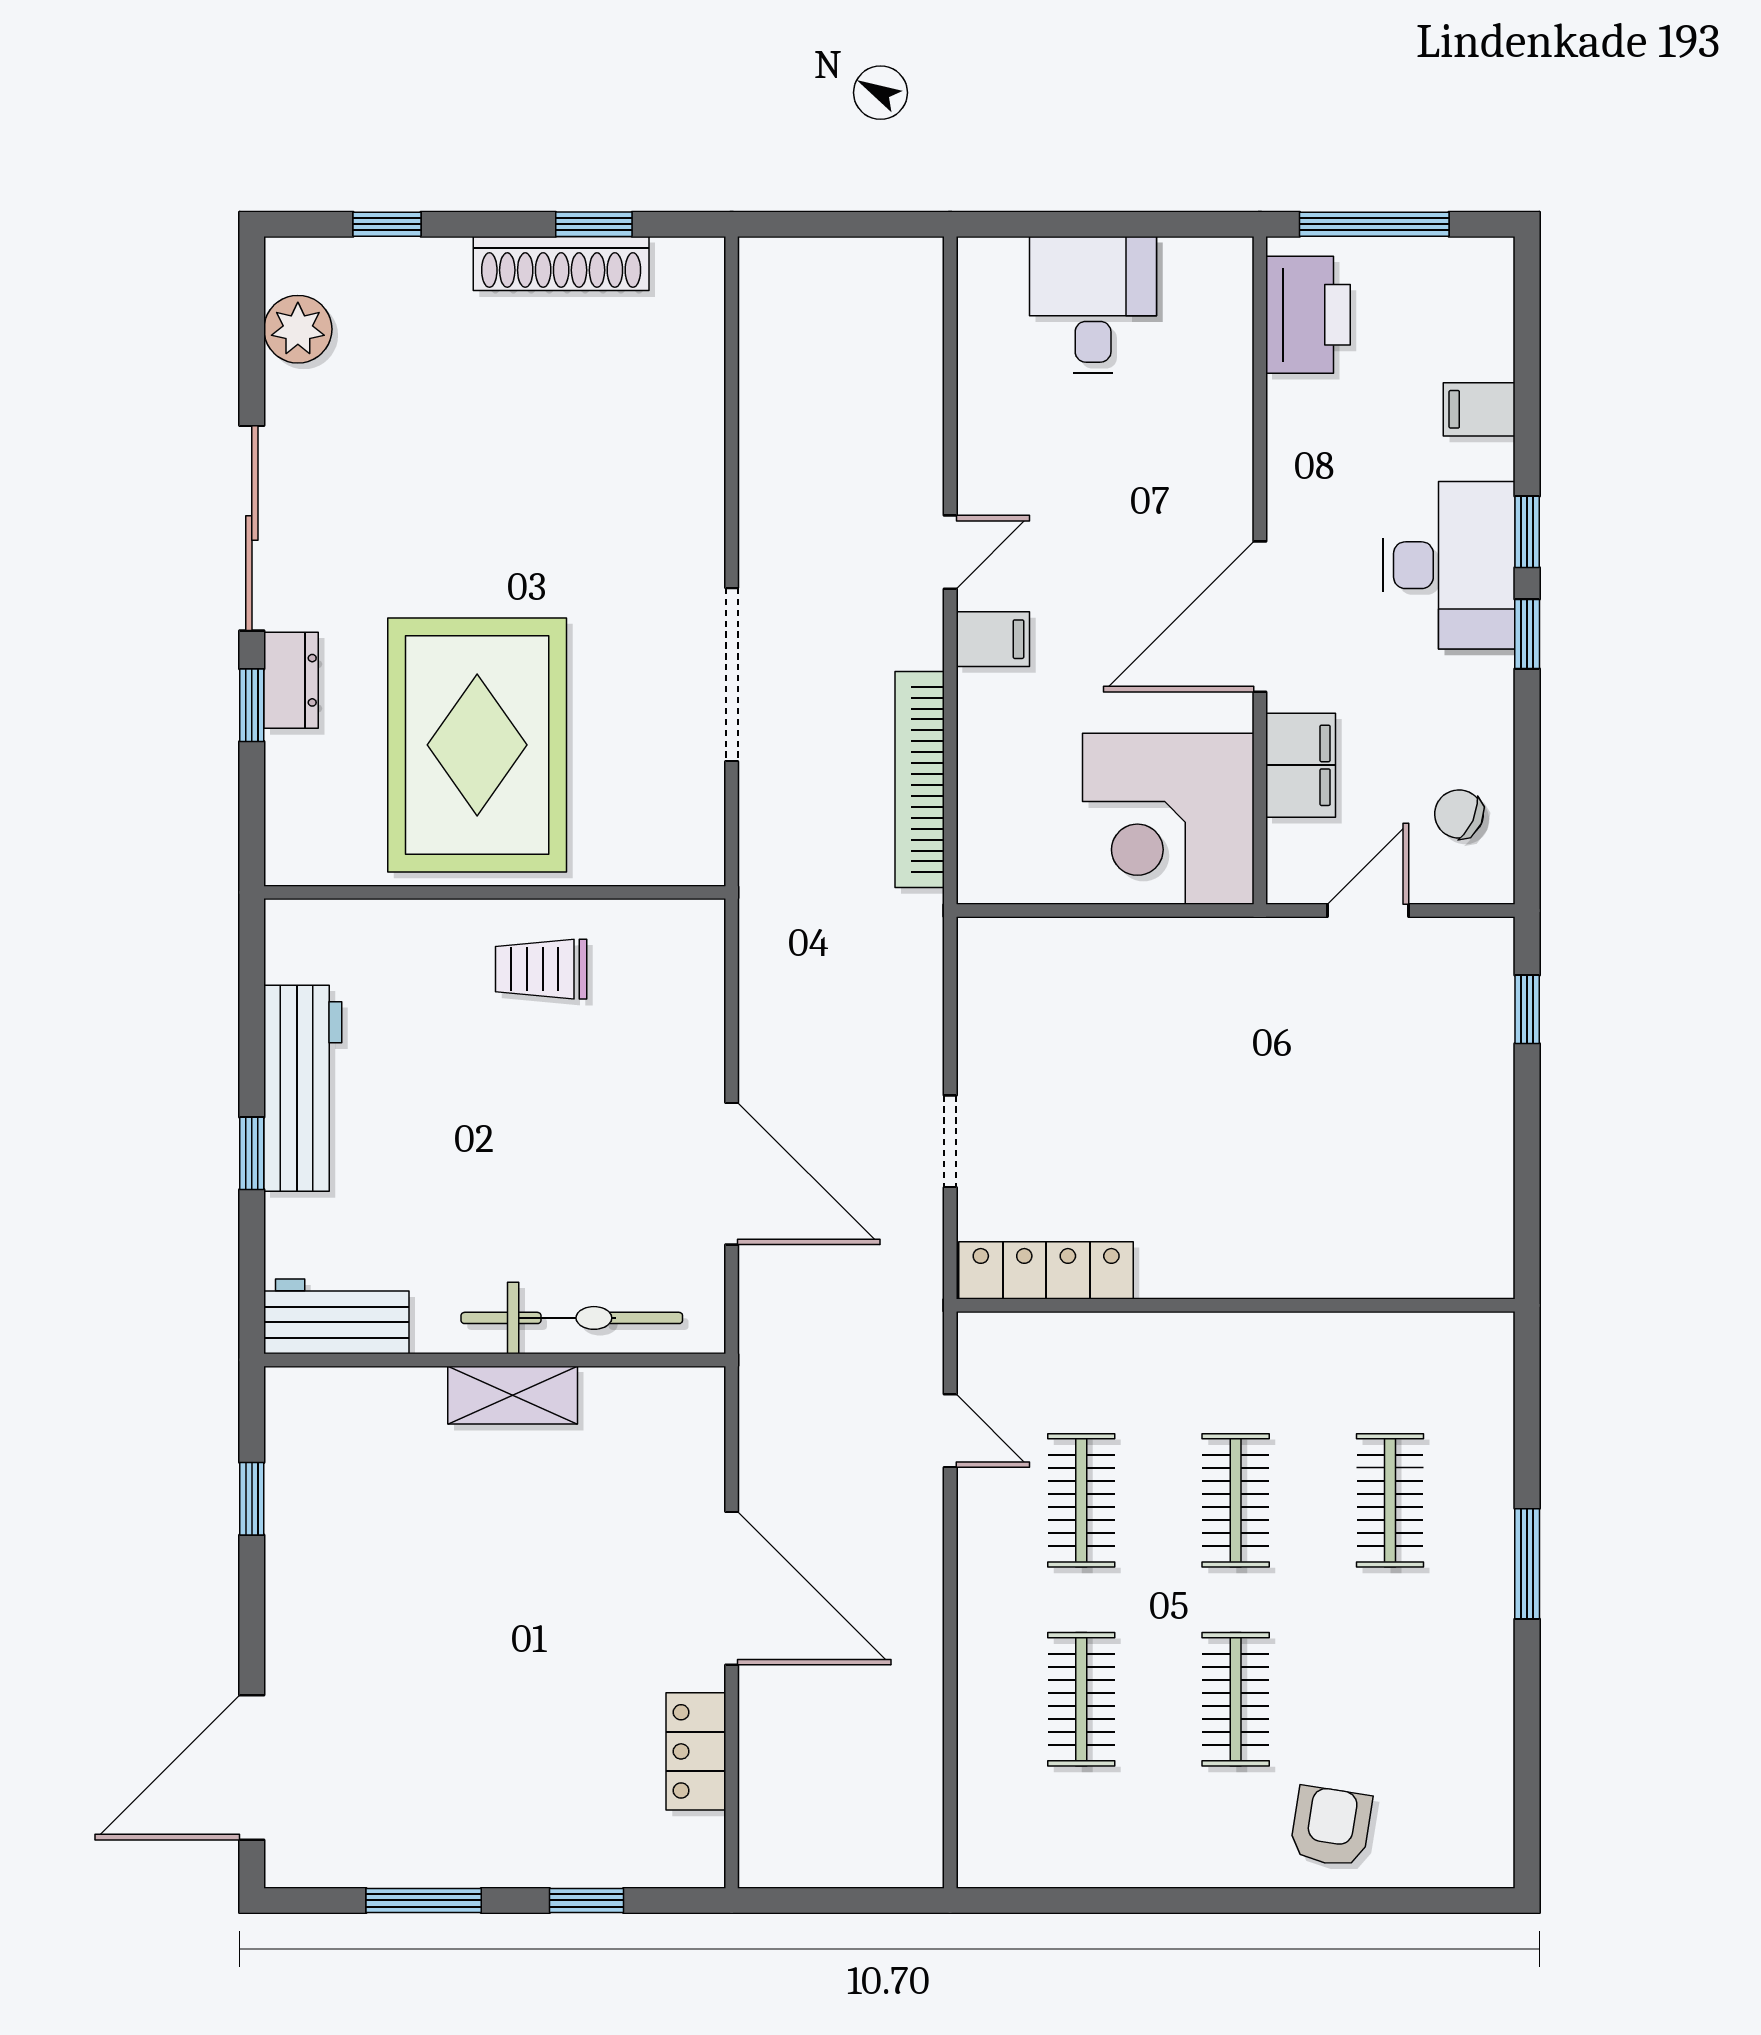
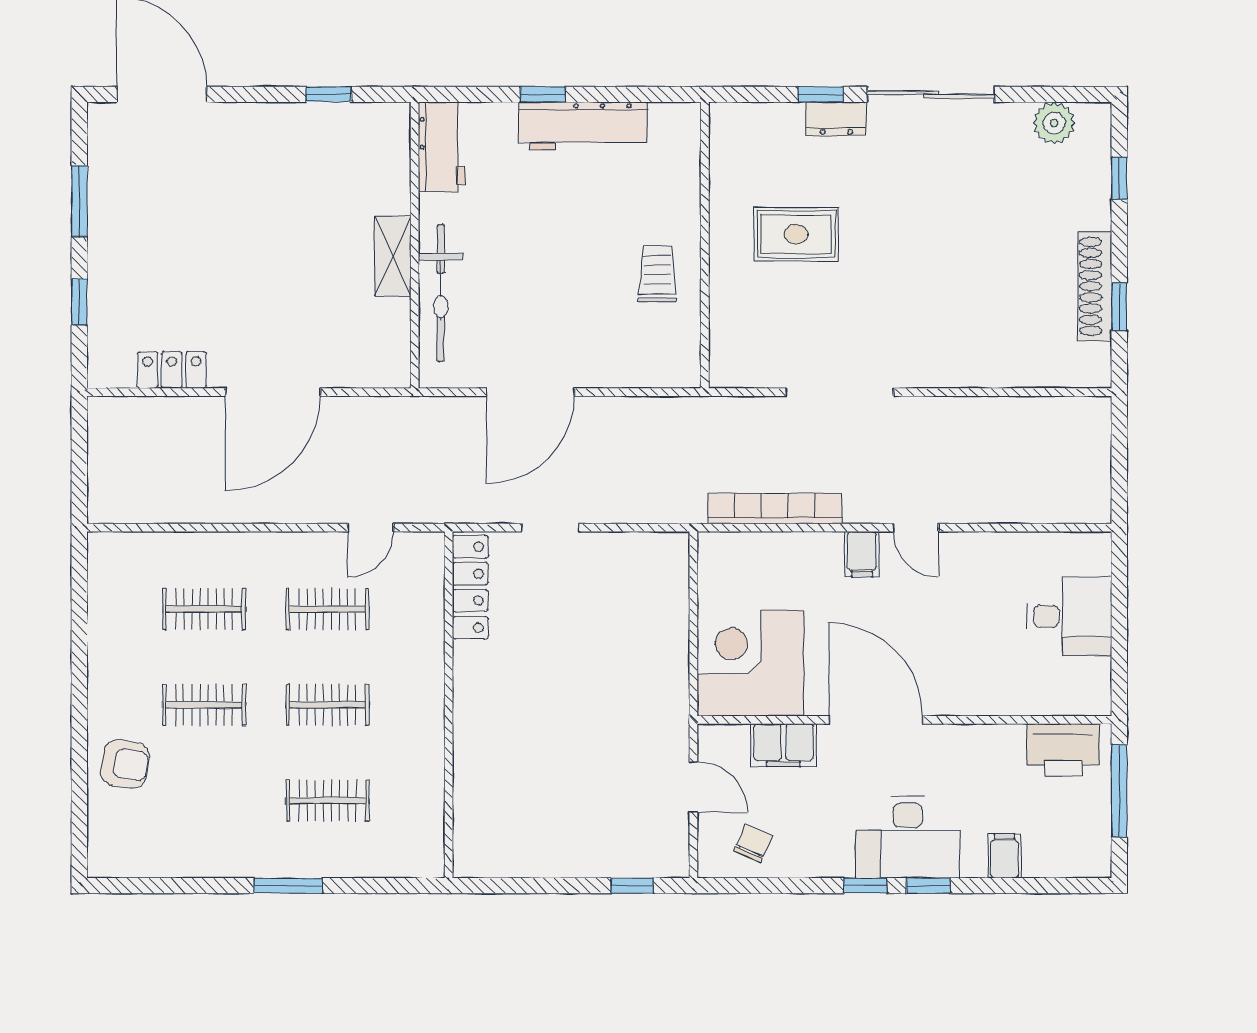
rug: (477, 745) -> (796, 234), width x0.54, depth x0.49

